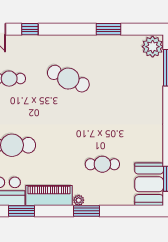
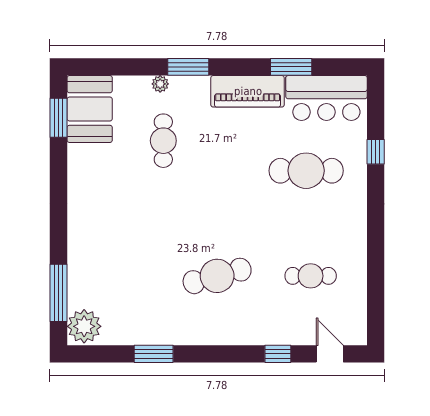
cafe table: (68, 79) -> (217, 276), turned -39
cafe table: (102, 164) -> (163, 141), turned 90
plant: (79, 200) -> (160, 84), moved

